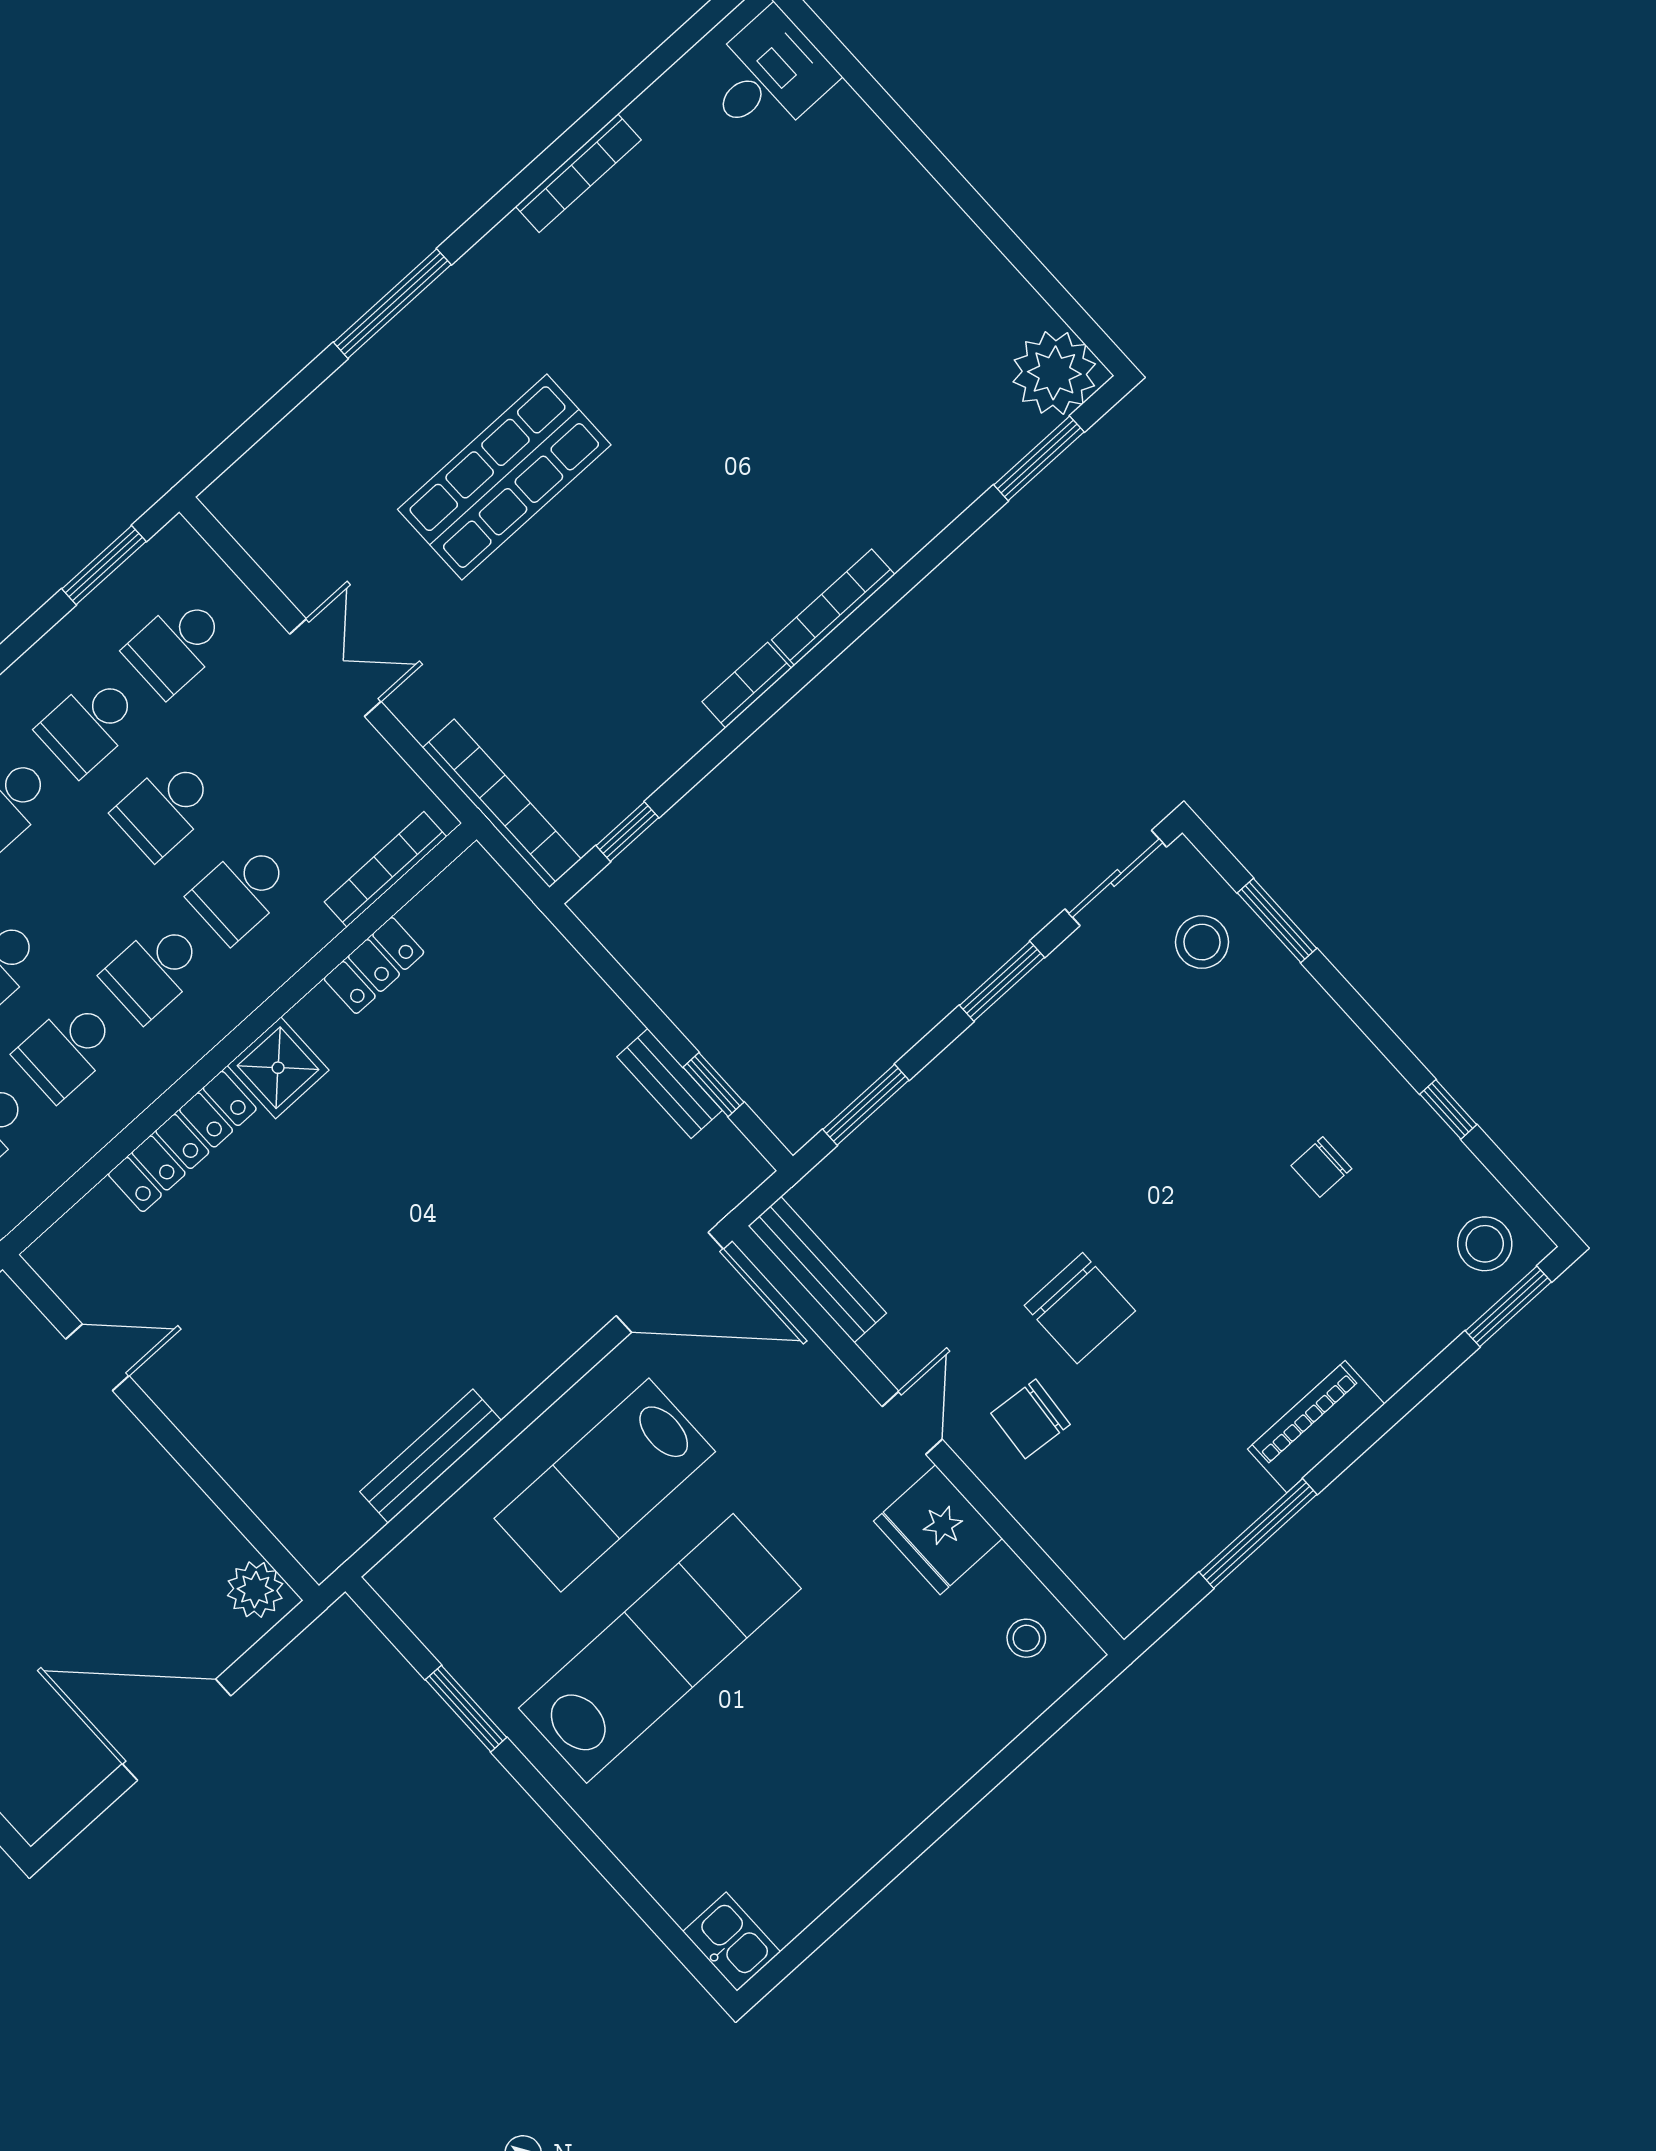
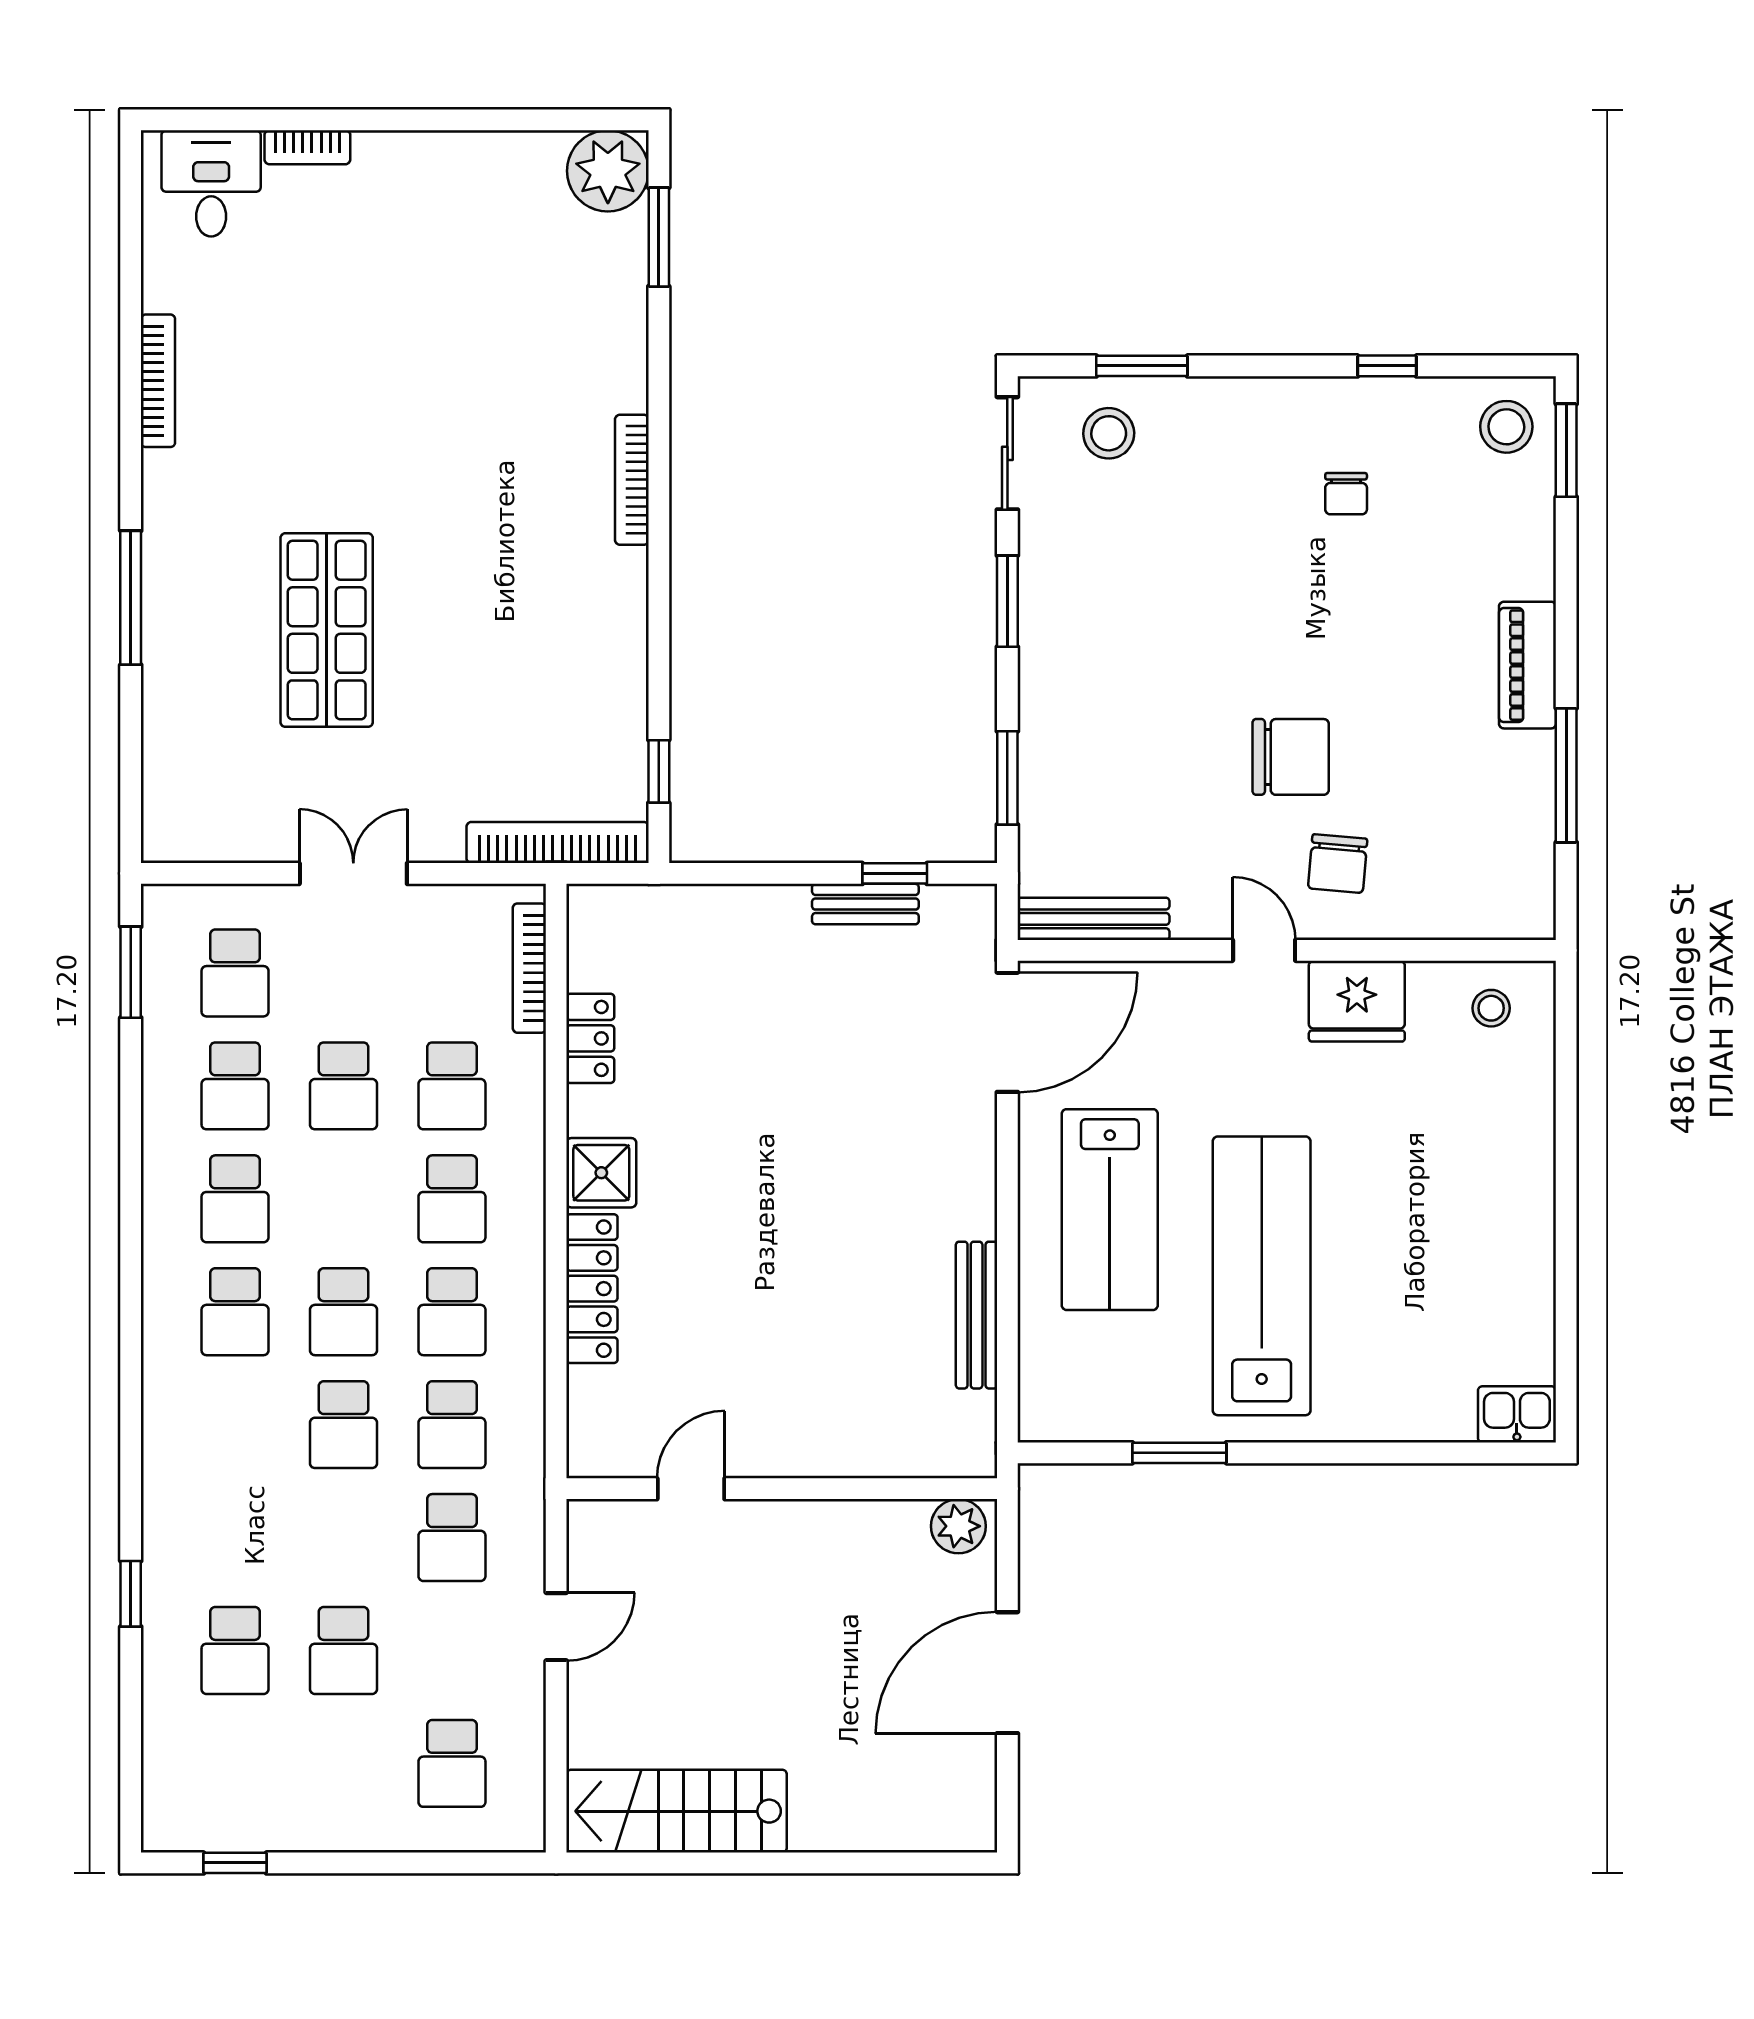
bookcase: (747, 685) -> (307, 147), moved, turned -90

